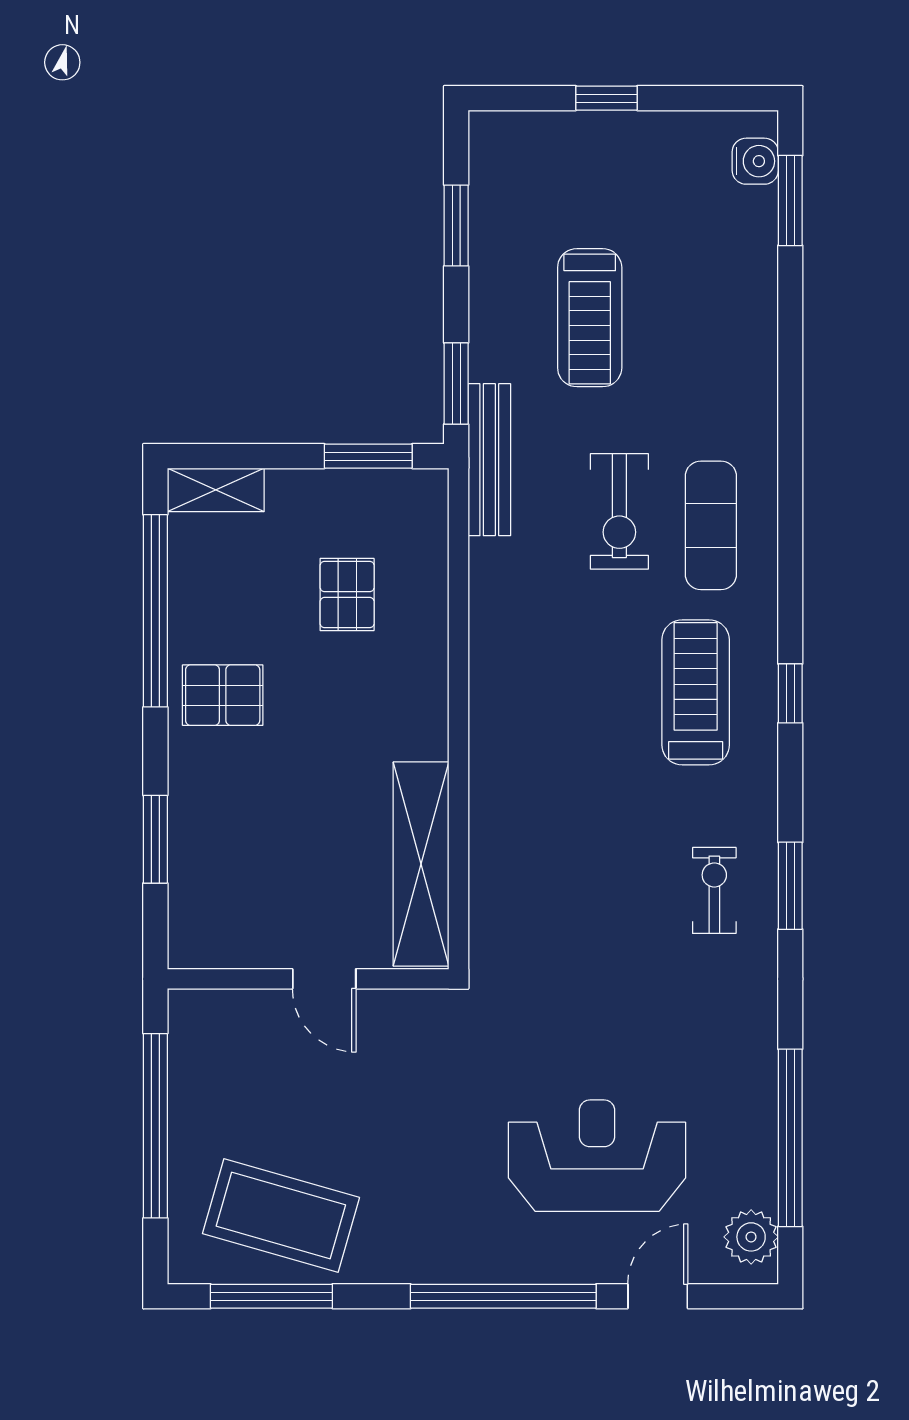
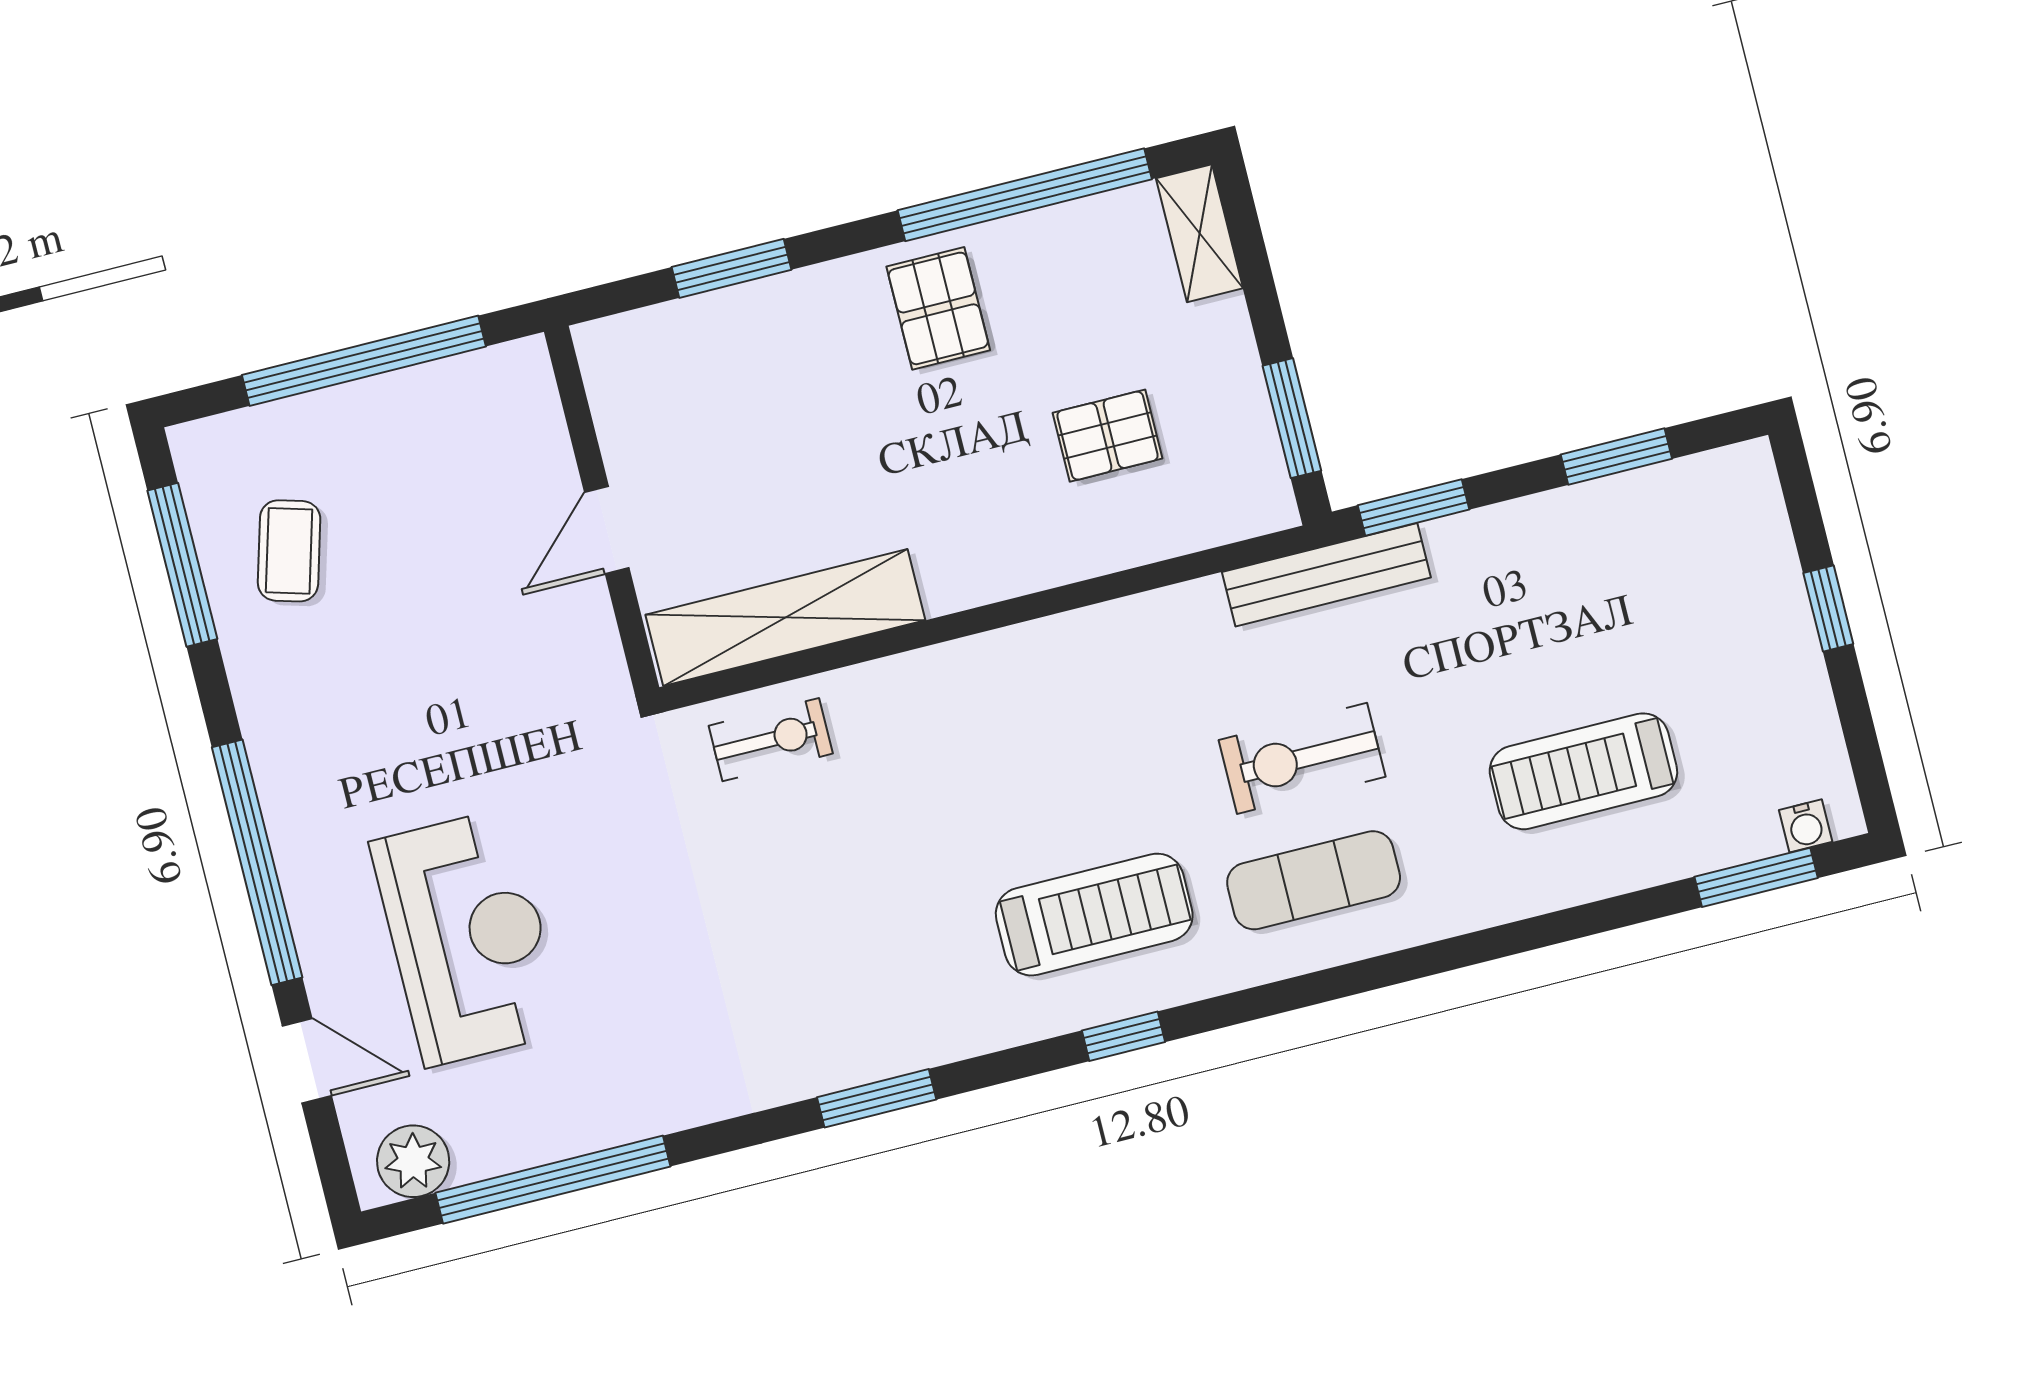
water cooler: (755, 161) -> (1806, 826), width x0.72, depth x0.72
treadmill: (590, 318) -> (1583, 771), moved
exercise bike: (714, 890) -> (771, 740), moved
coffee table: (281, 1216) -> (289, 551), width x0.54, depth x0.58

